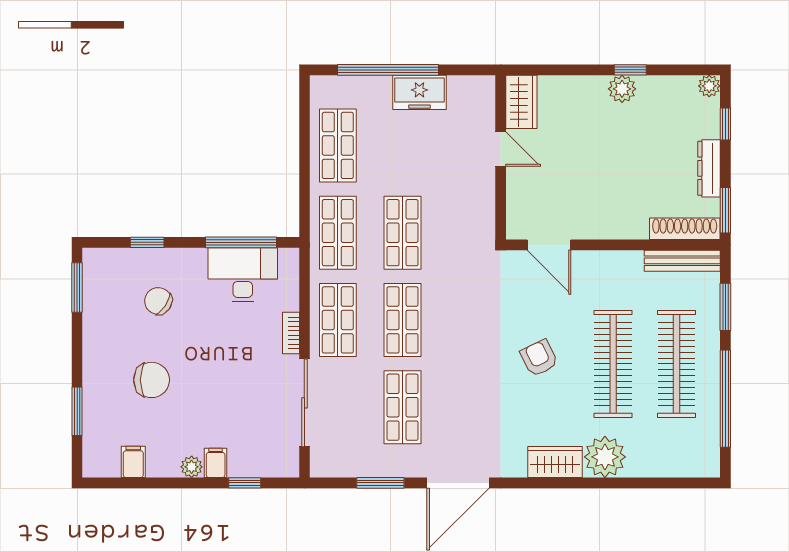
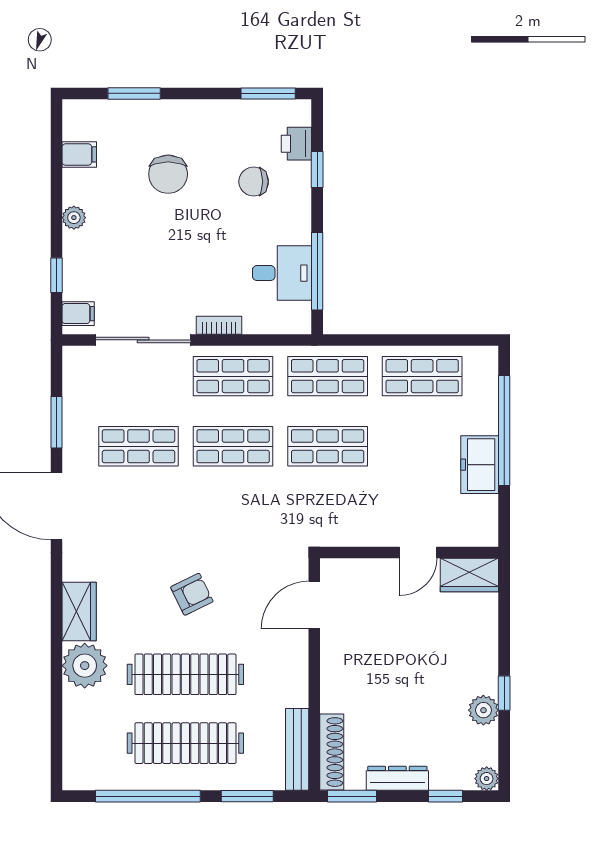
plant: (622, 89) -> (483, 710), moved
printer: (123, 261) -> (296, 144), added
desk: (243, 275) -> (282, 273), width x0.73
chair: (158, 301) -> (254, 182), turned -124
filing cabinet: (216, 463) -> (78, 314), moved

